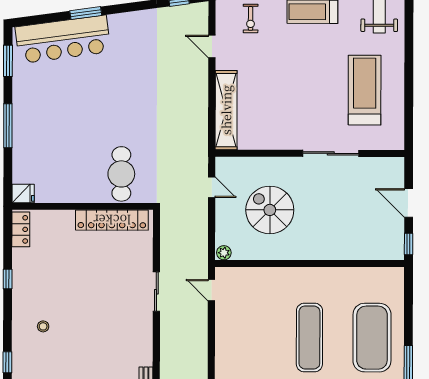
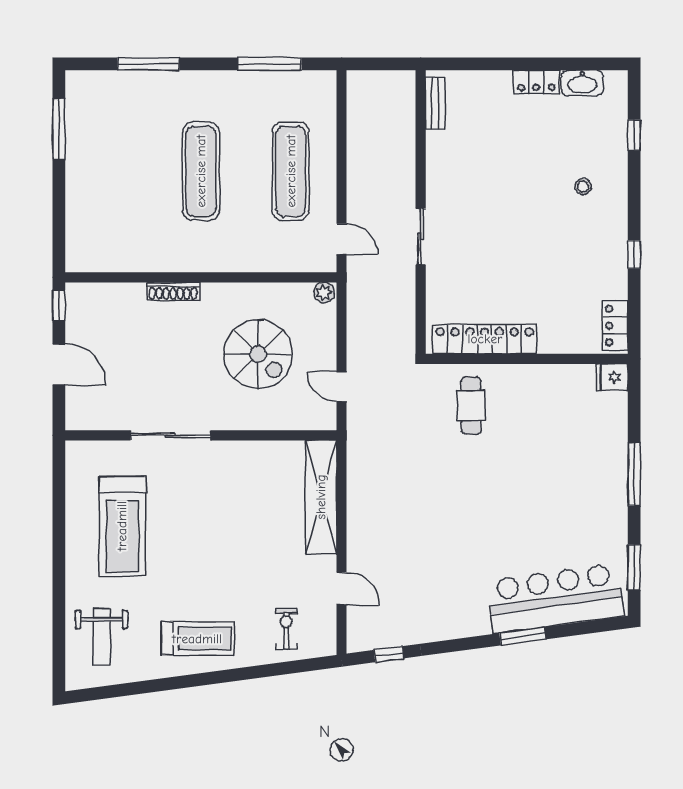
cafe table: (121, 174) -> (471, 405), width x0.73, depth x0.74
shoe rack: (329, 254) -> (173, 291), added
exercise mat: (372, 338) -> (291, 171), moved, width x0.68

